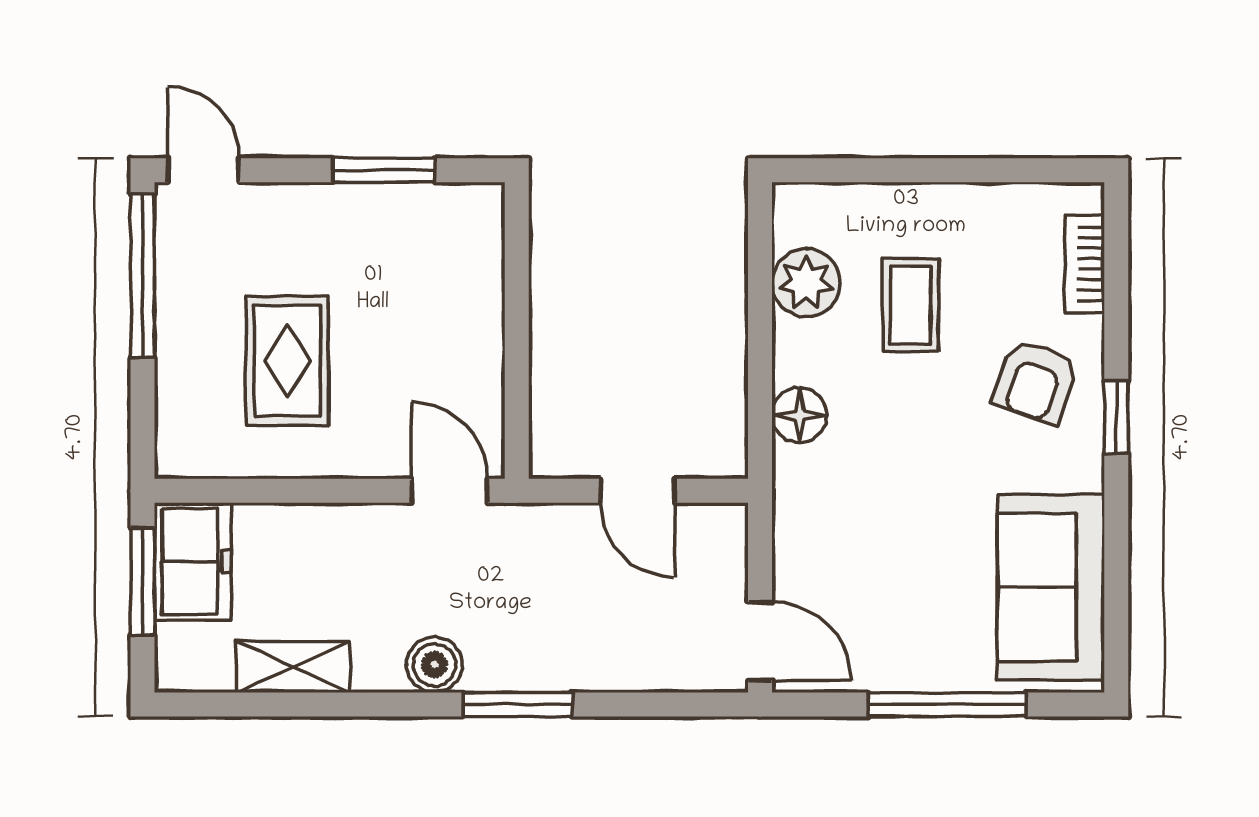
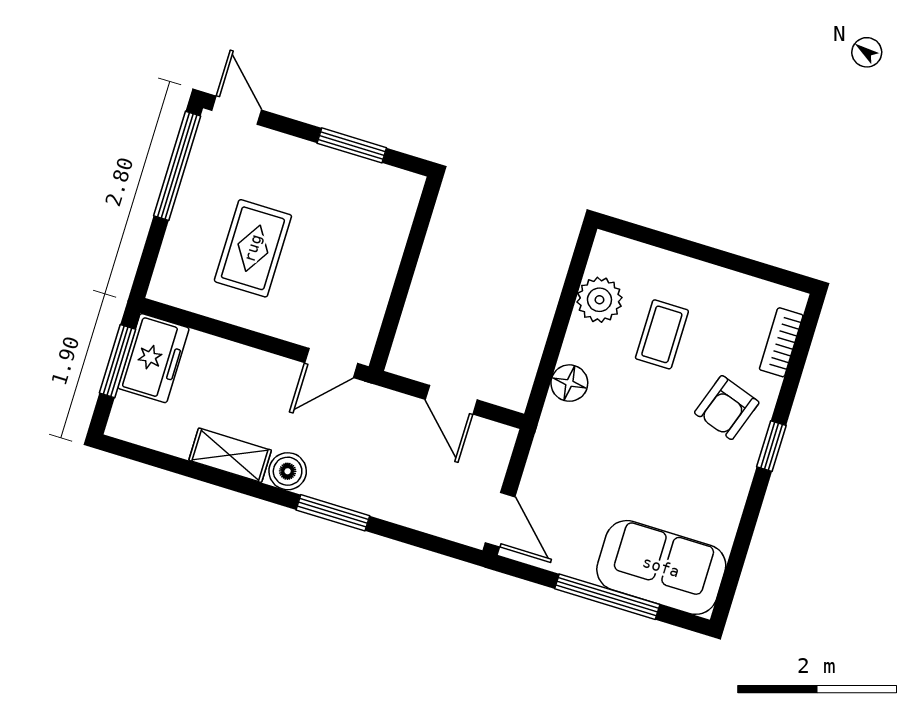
door: (450, 491) -> (331, 363), swing flipped
sofa: (1051, 587) -> (661, 567), moved, turned 90
shelving: (293, 667) -> (230, 455), moved

